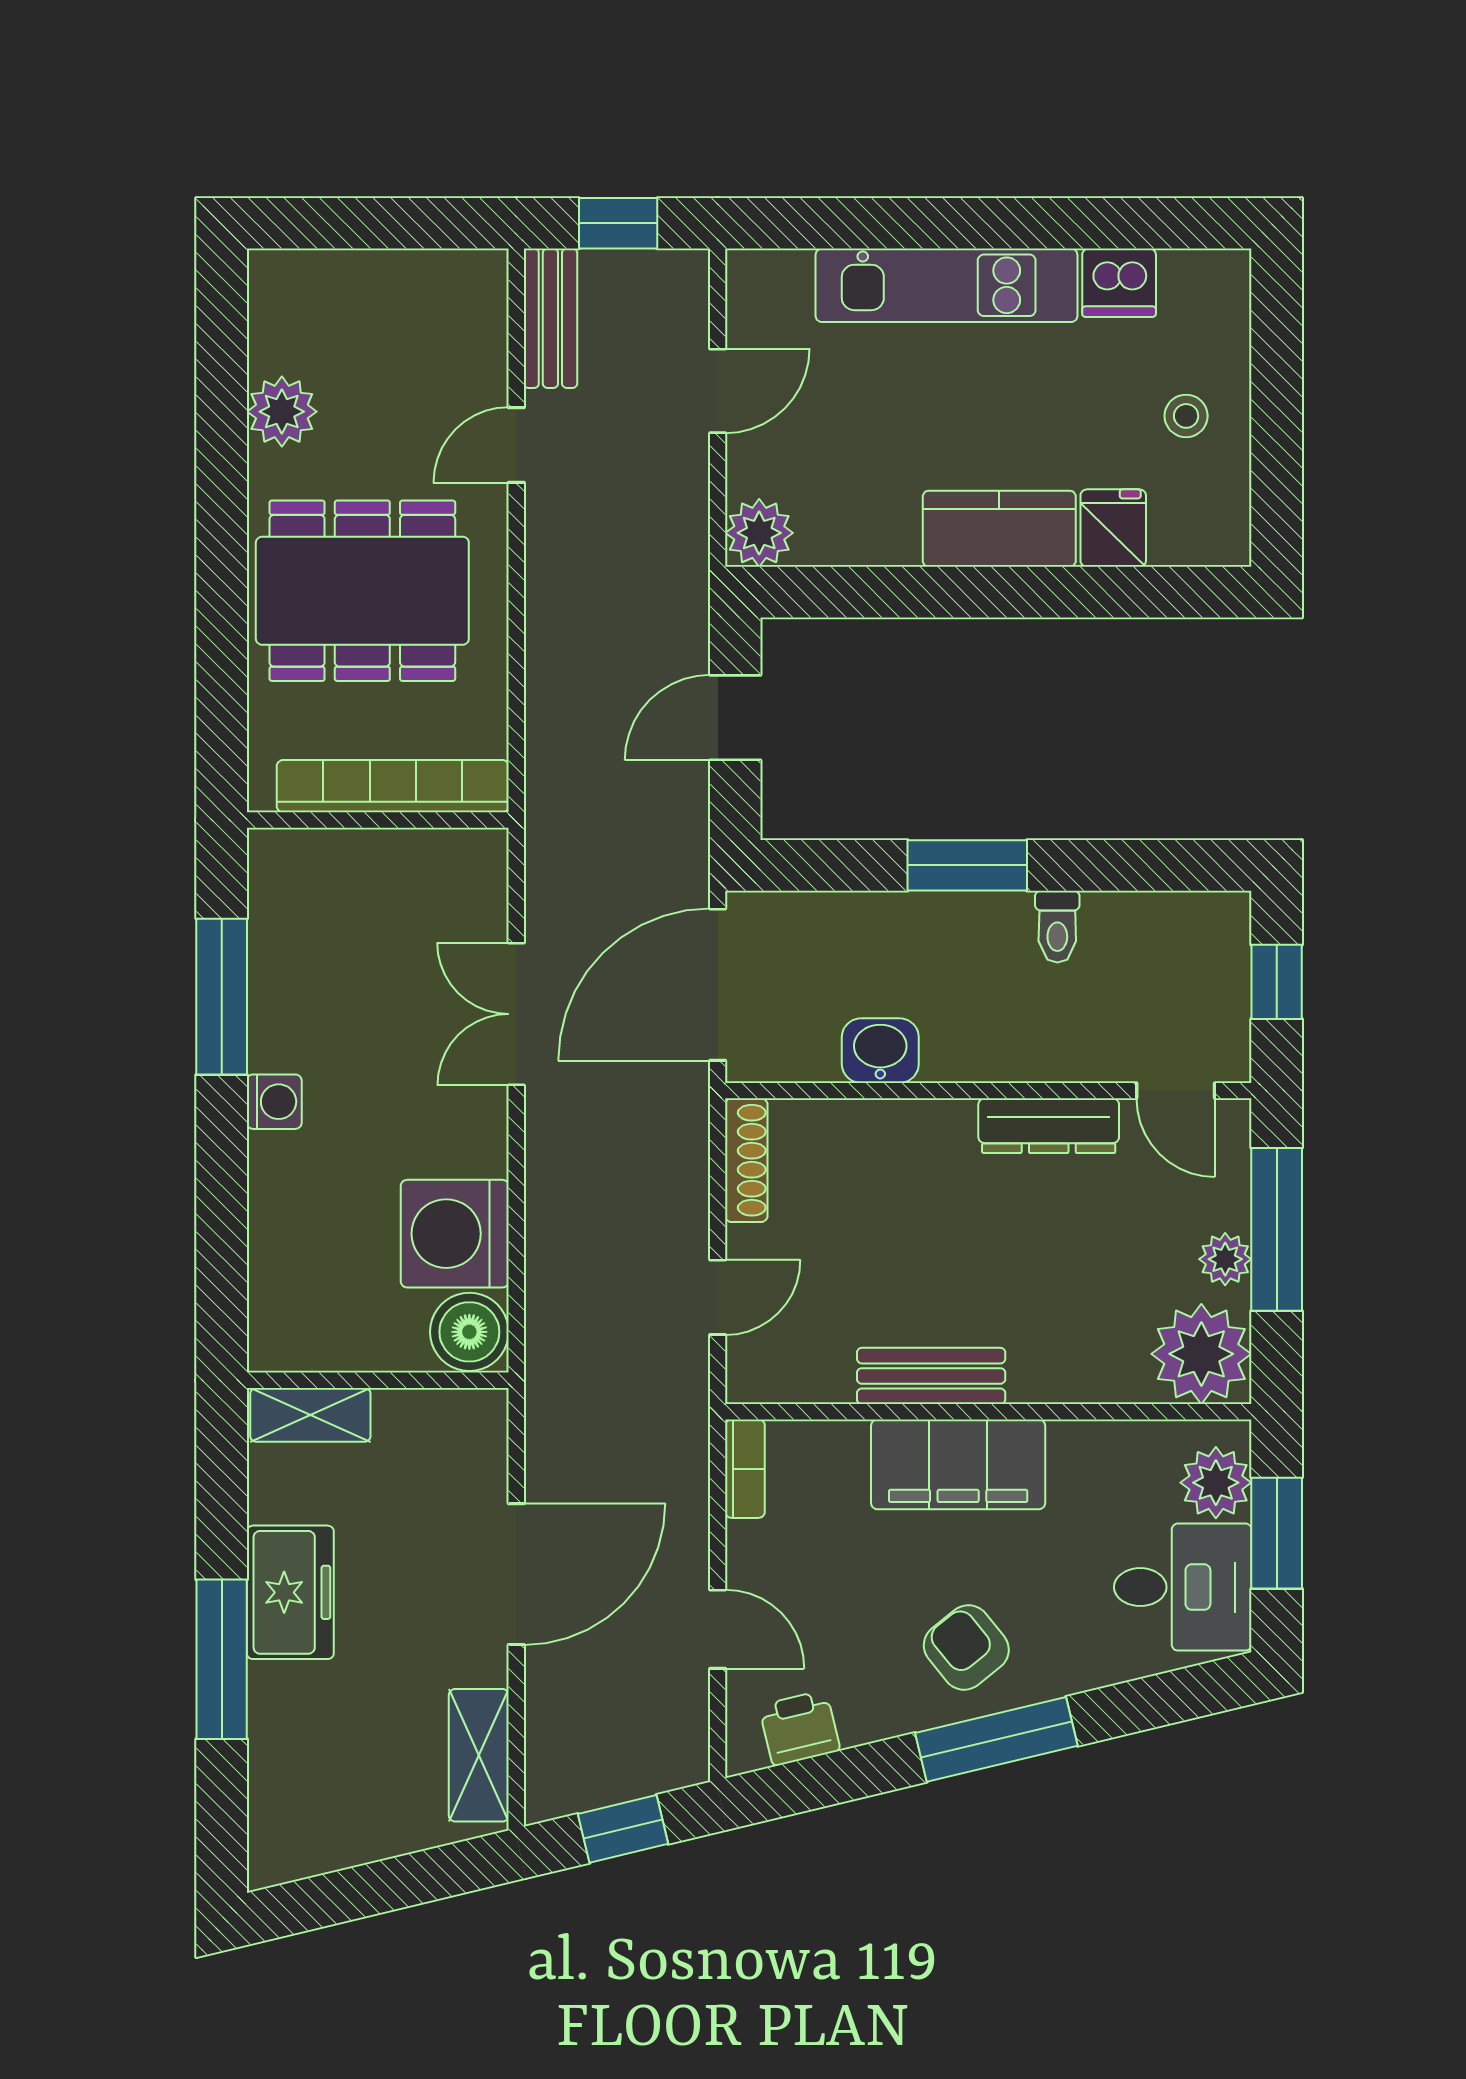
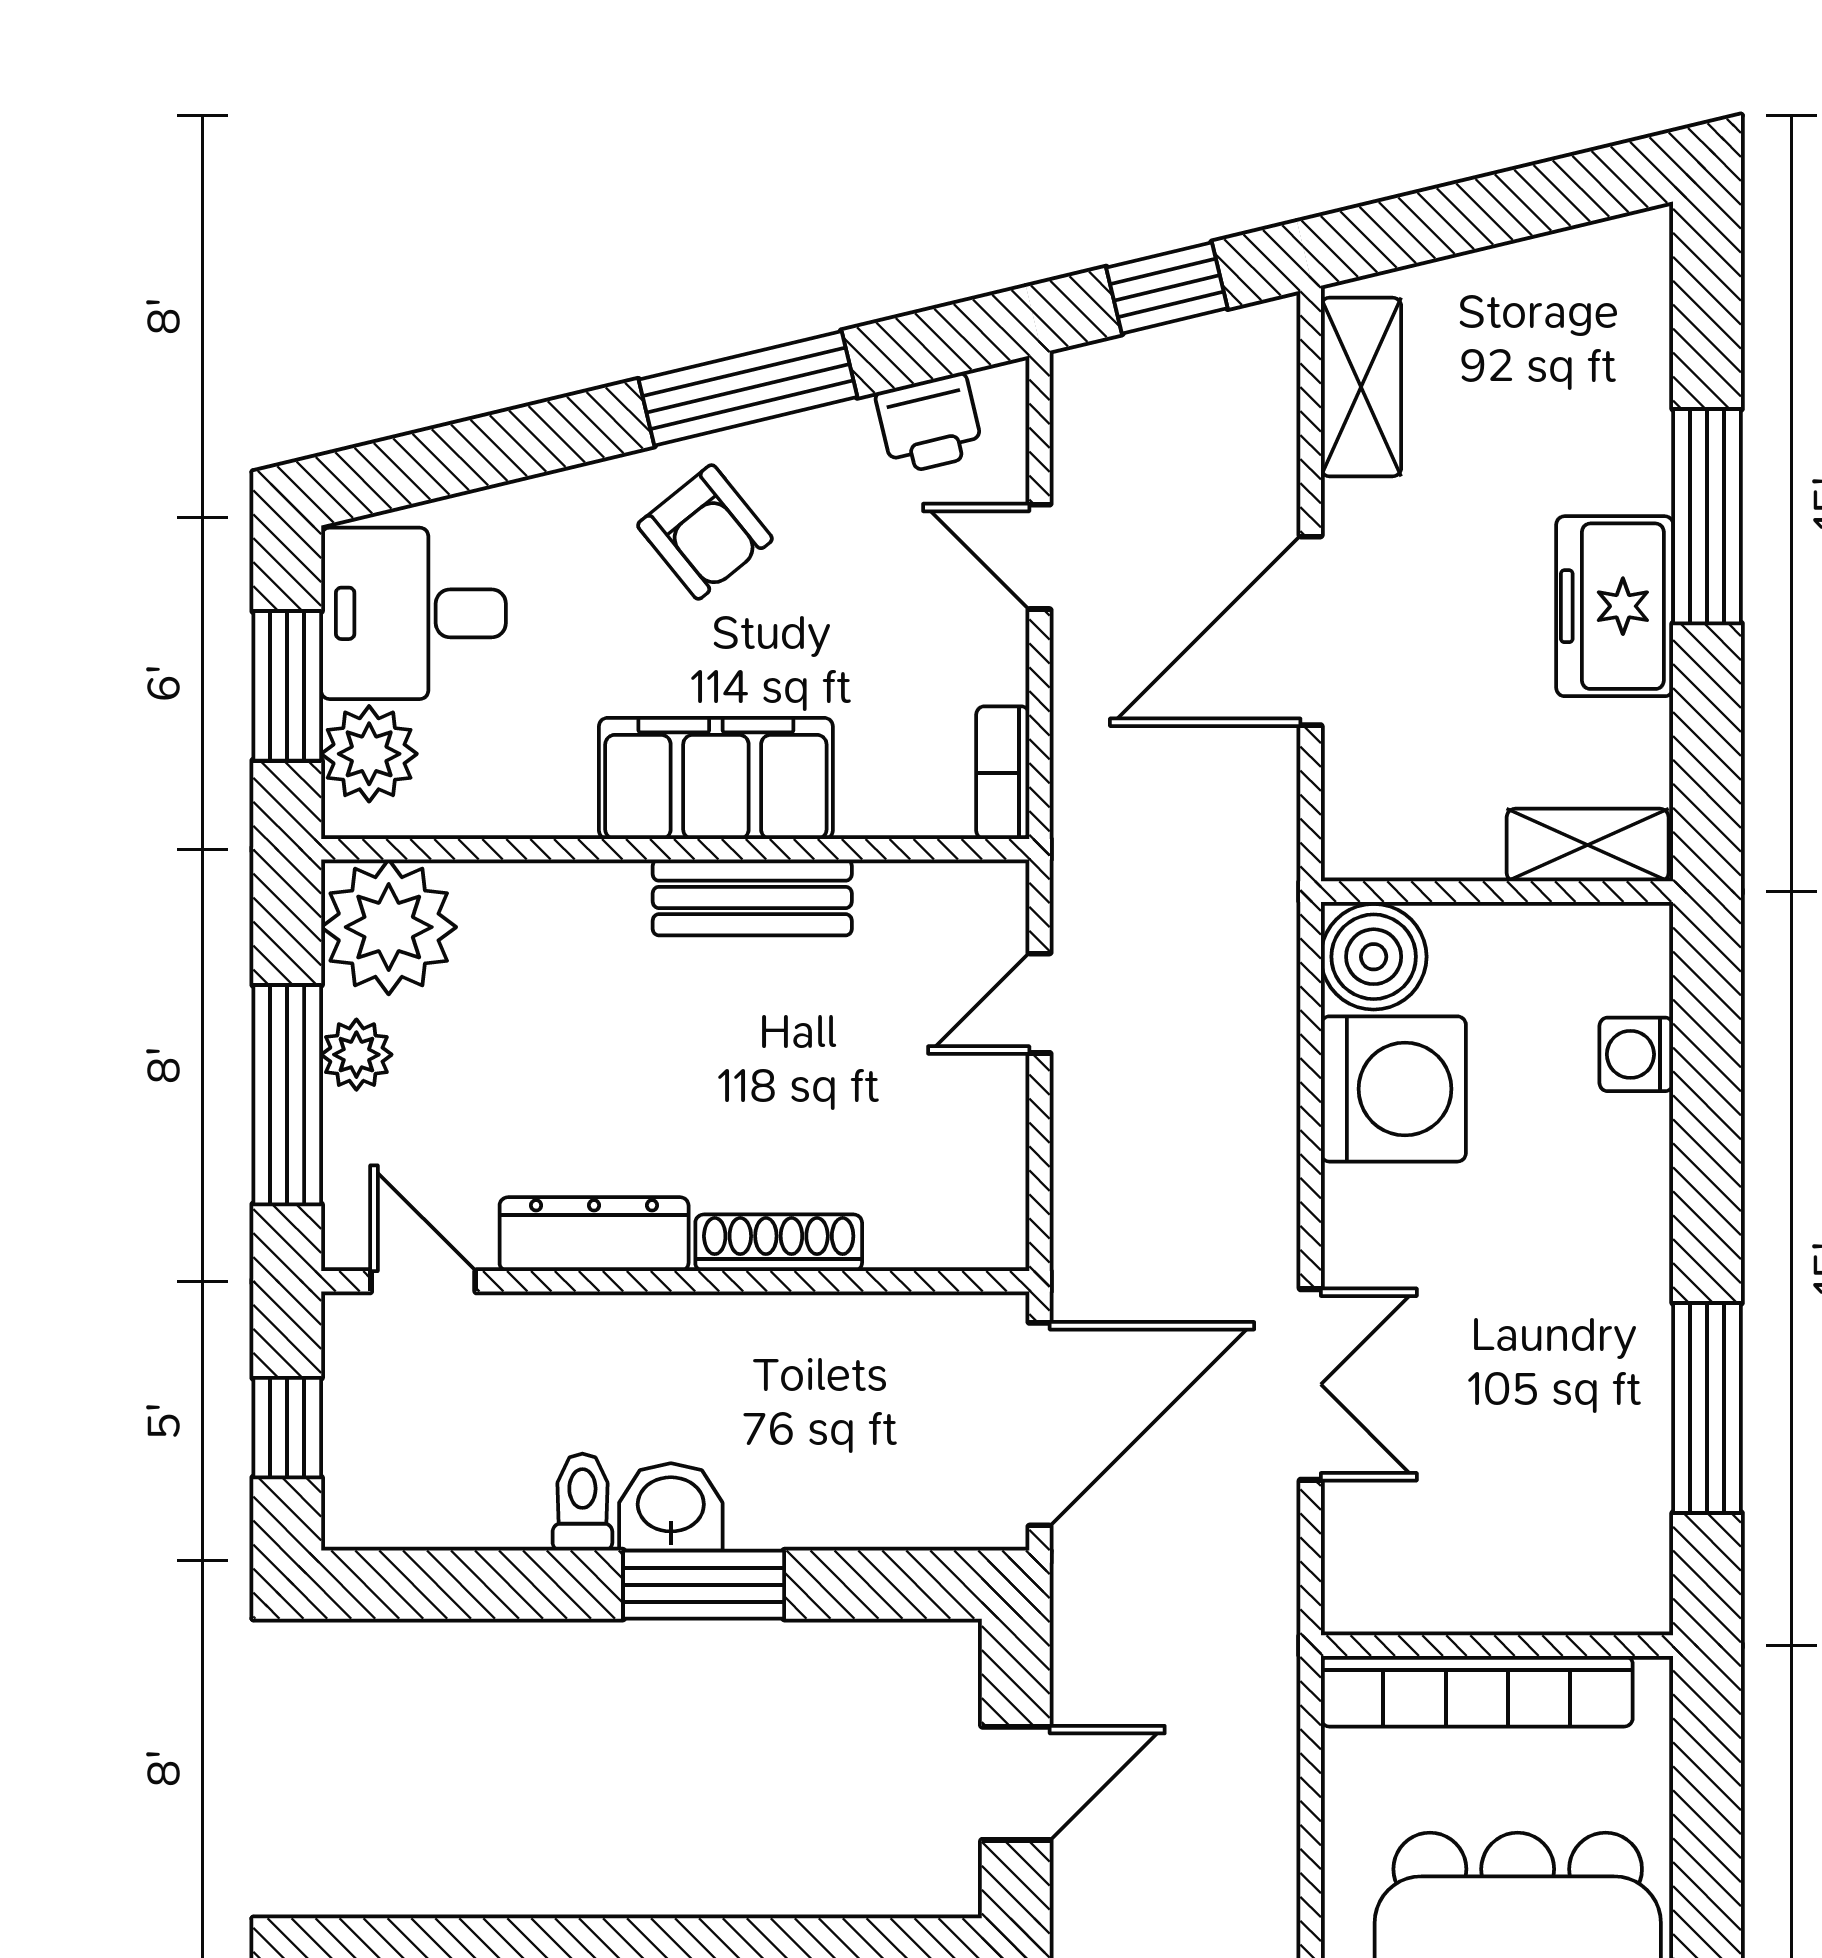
washbasin: (880, 1051) -> (671, 1507), moved, turned 180
washing machine: (274, 1102) -> (1636, 1054), moved
shoe rack: (746, 1160) -> (779, 1243), moved, turned 90
window: (996, 1739) -> (748, 388), moved

